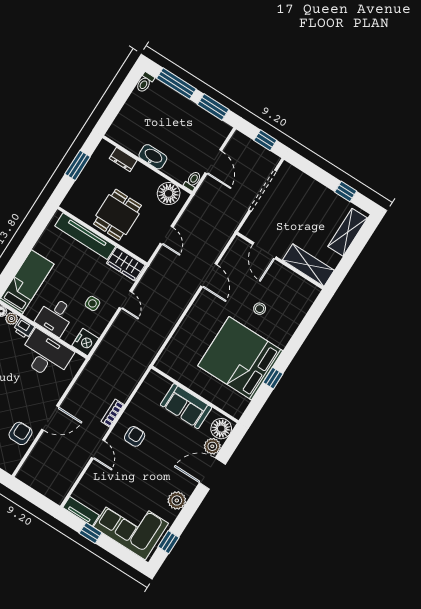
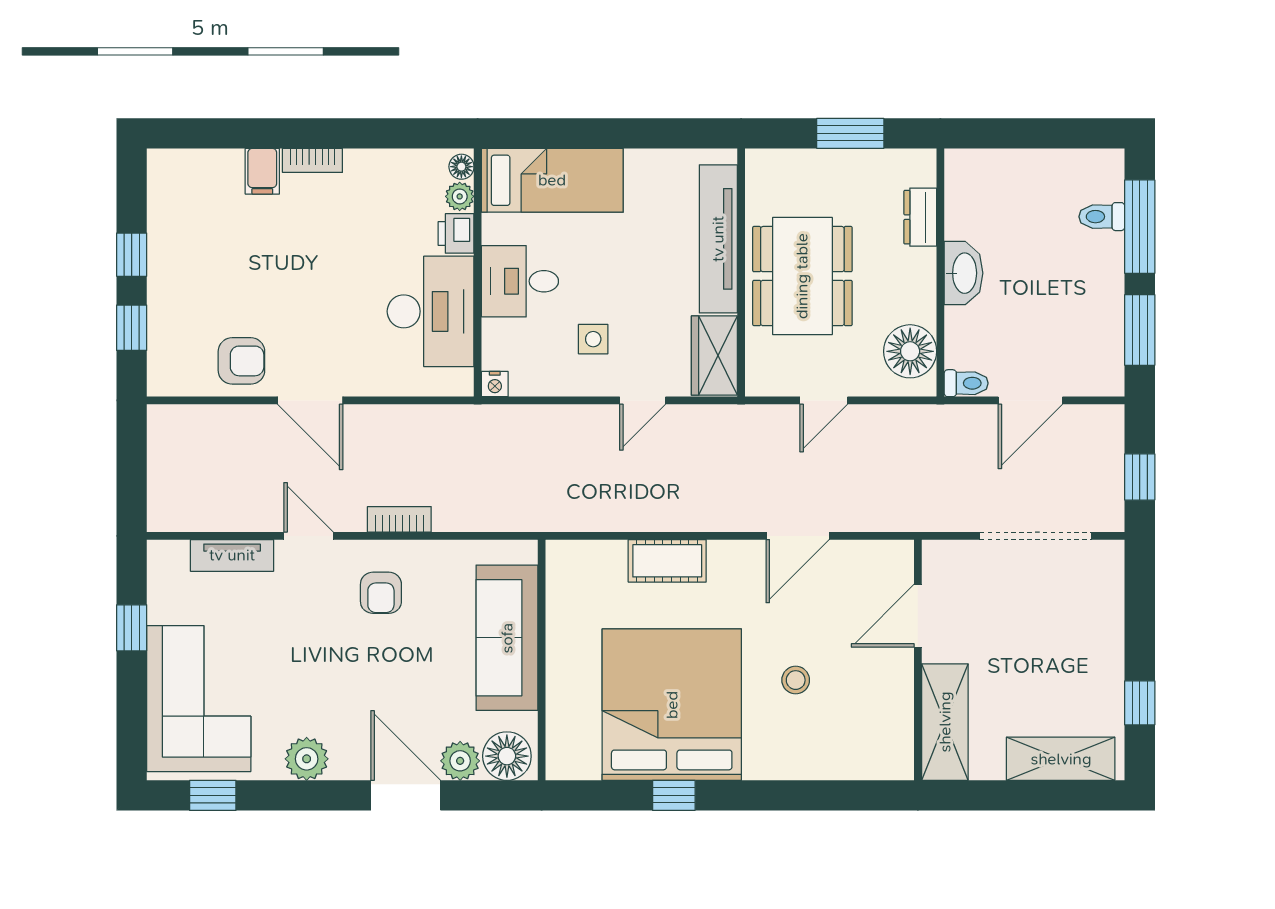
toilet: (145, 82) -> (1102, 217), moved
dining table: (117, 215) -> (802, 276), width x1.38
cot: (188, 327) -> (667, 561), added
nightstand: (85, 342) -> (495, 384), width x0.53, depth x0.56
sofa: (186, 406) -> (507, 638), width x1.36
armchair: (135, 436) -> (381, 593), turned 90
door: (98, 449) -> (309, 536), swing flipped
tv unit: (81, 511) -> (232, 555), moved, turned 90

